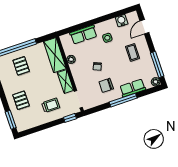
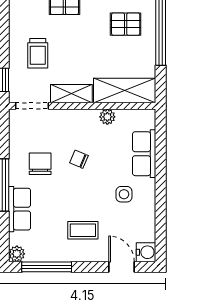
water cooler: (122, 21) -> (146, 252), moved

